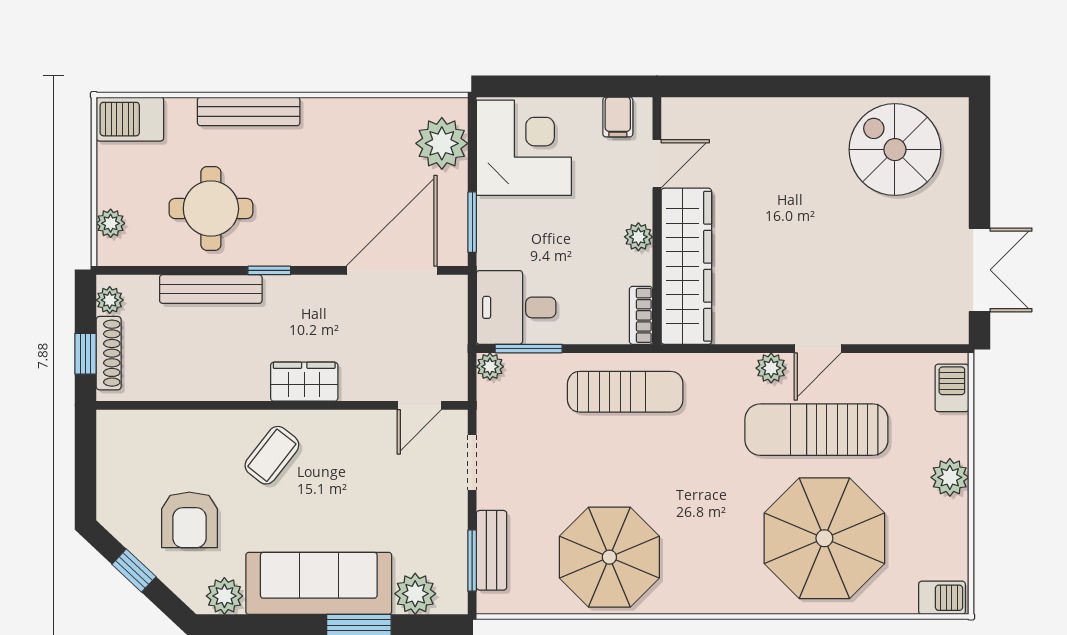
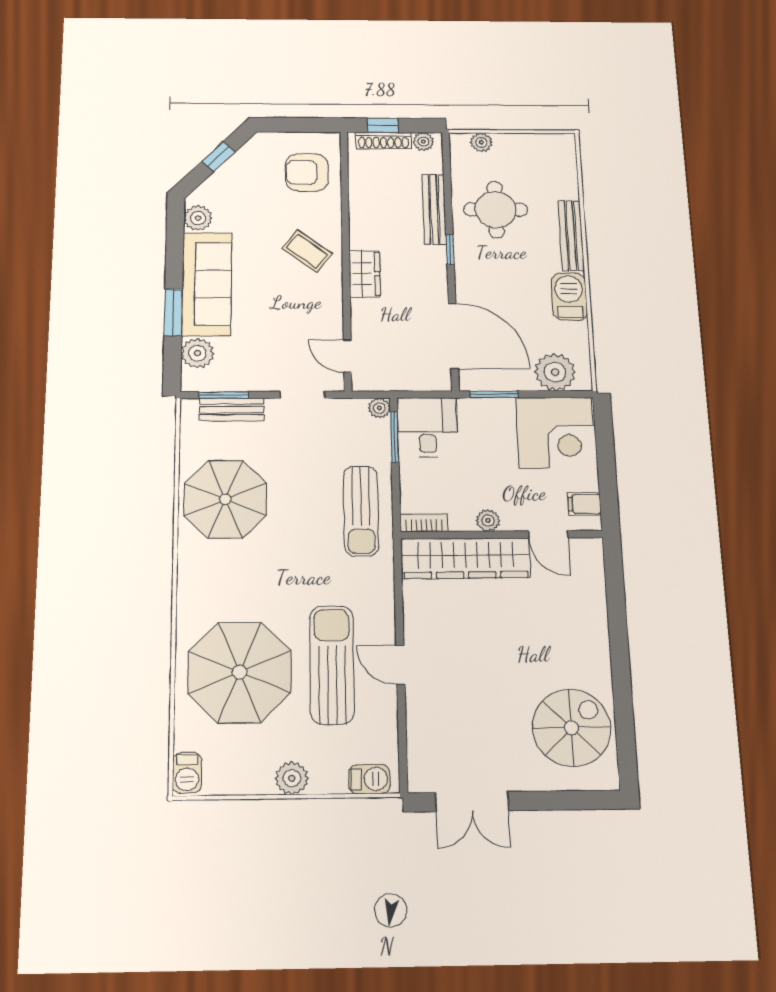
barbecue: (130, 119) -> (569, 297), moved
plant: (771, 368) -> (383, 627), removed
armchair: (189, 520) -> (307, 172), moved

